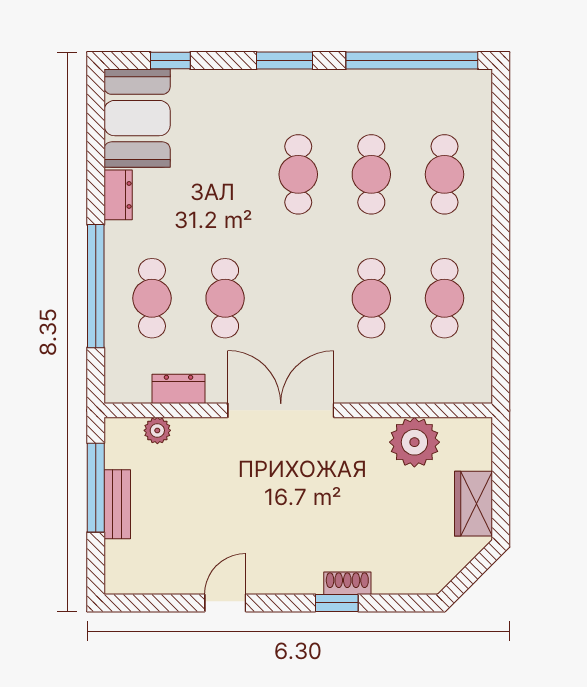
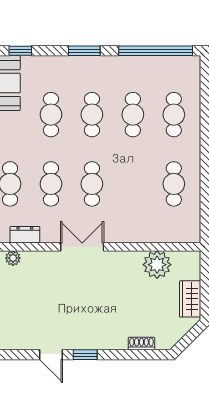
cafe table: (225, 174) -> (51, 115), added
cafe table: (371, 298) -> (92, 184), moved
double door: (281, 410) -> (82, 247), width x0.73
shoe rack: (347, 583) -> (141, 344), moved
door: (225, 603) -> (51, 355), swing flipped
window: (337, 603) -> (85, 355), moved

